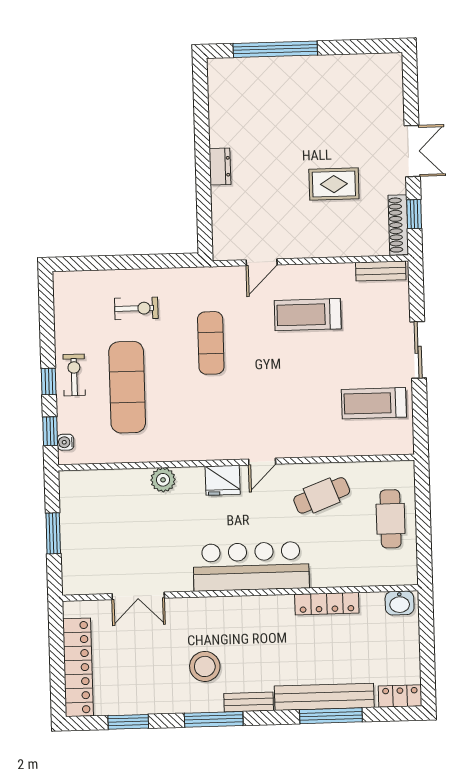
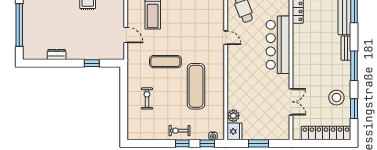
dresser: (220, 166) -> (57, 54), moved
window: (204, 196) -> (92, 63), added
exercise mat: (127, 387) -> (196, 86), moved, turned 90
plant: (163, 480) -> (233, 116), moved
fridge: (223, 480) -> (234, 131), moved
stool: (205, 666) -> (336, 98), moved

